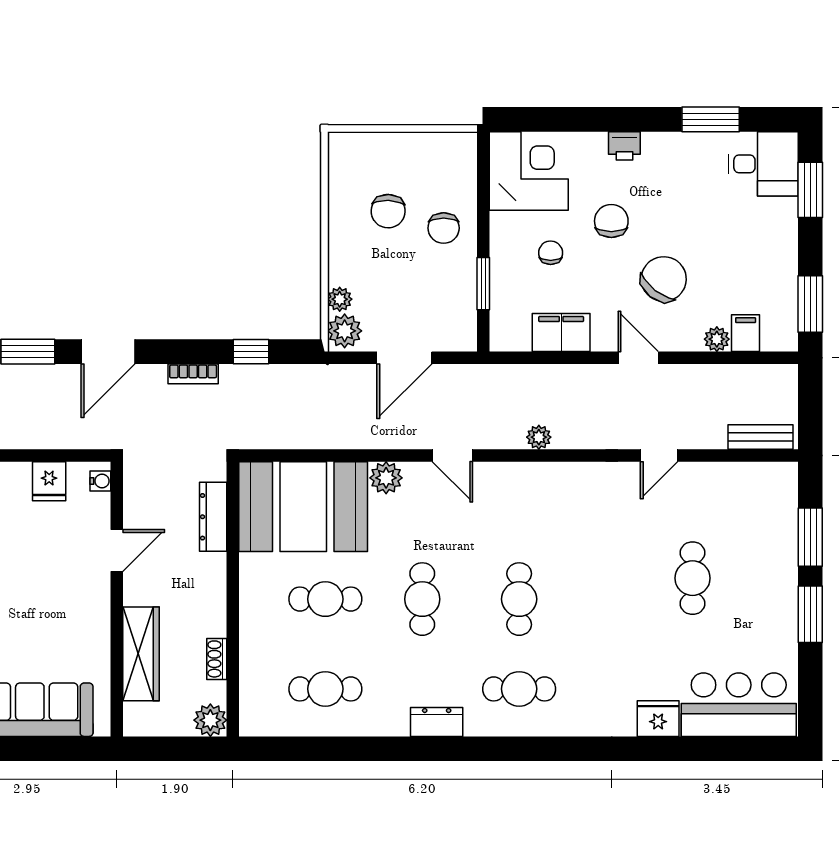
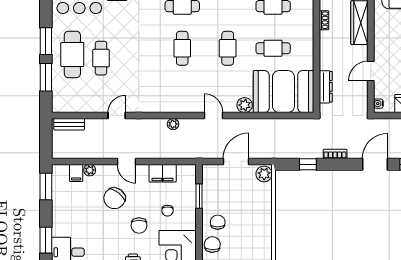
chair: (388, 211) -> (212, 245), moved
plant: (340, 299) -> (266, 189), removed
cafe table: (754, 586) -> (72, 54), added

